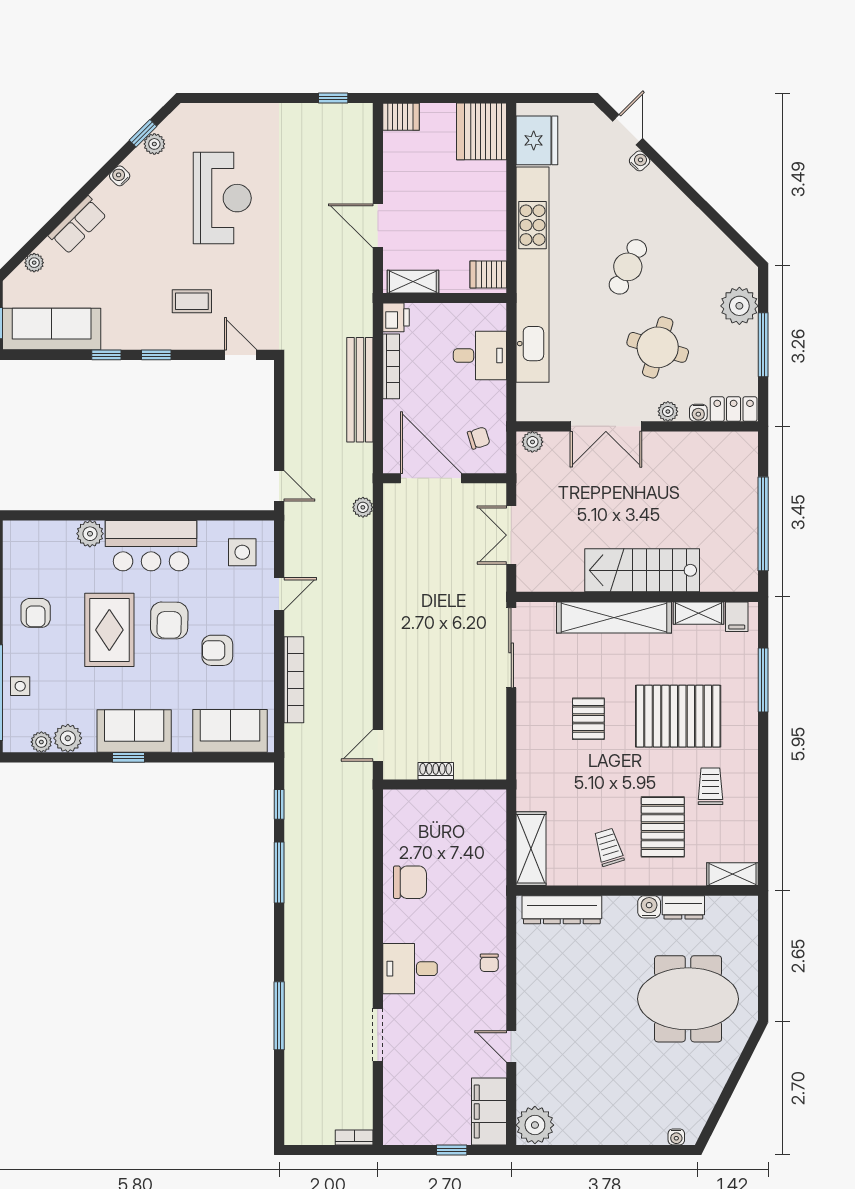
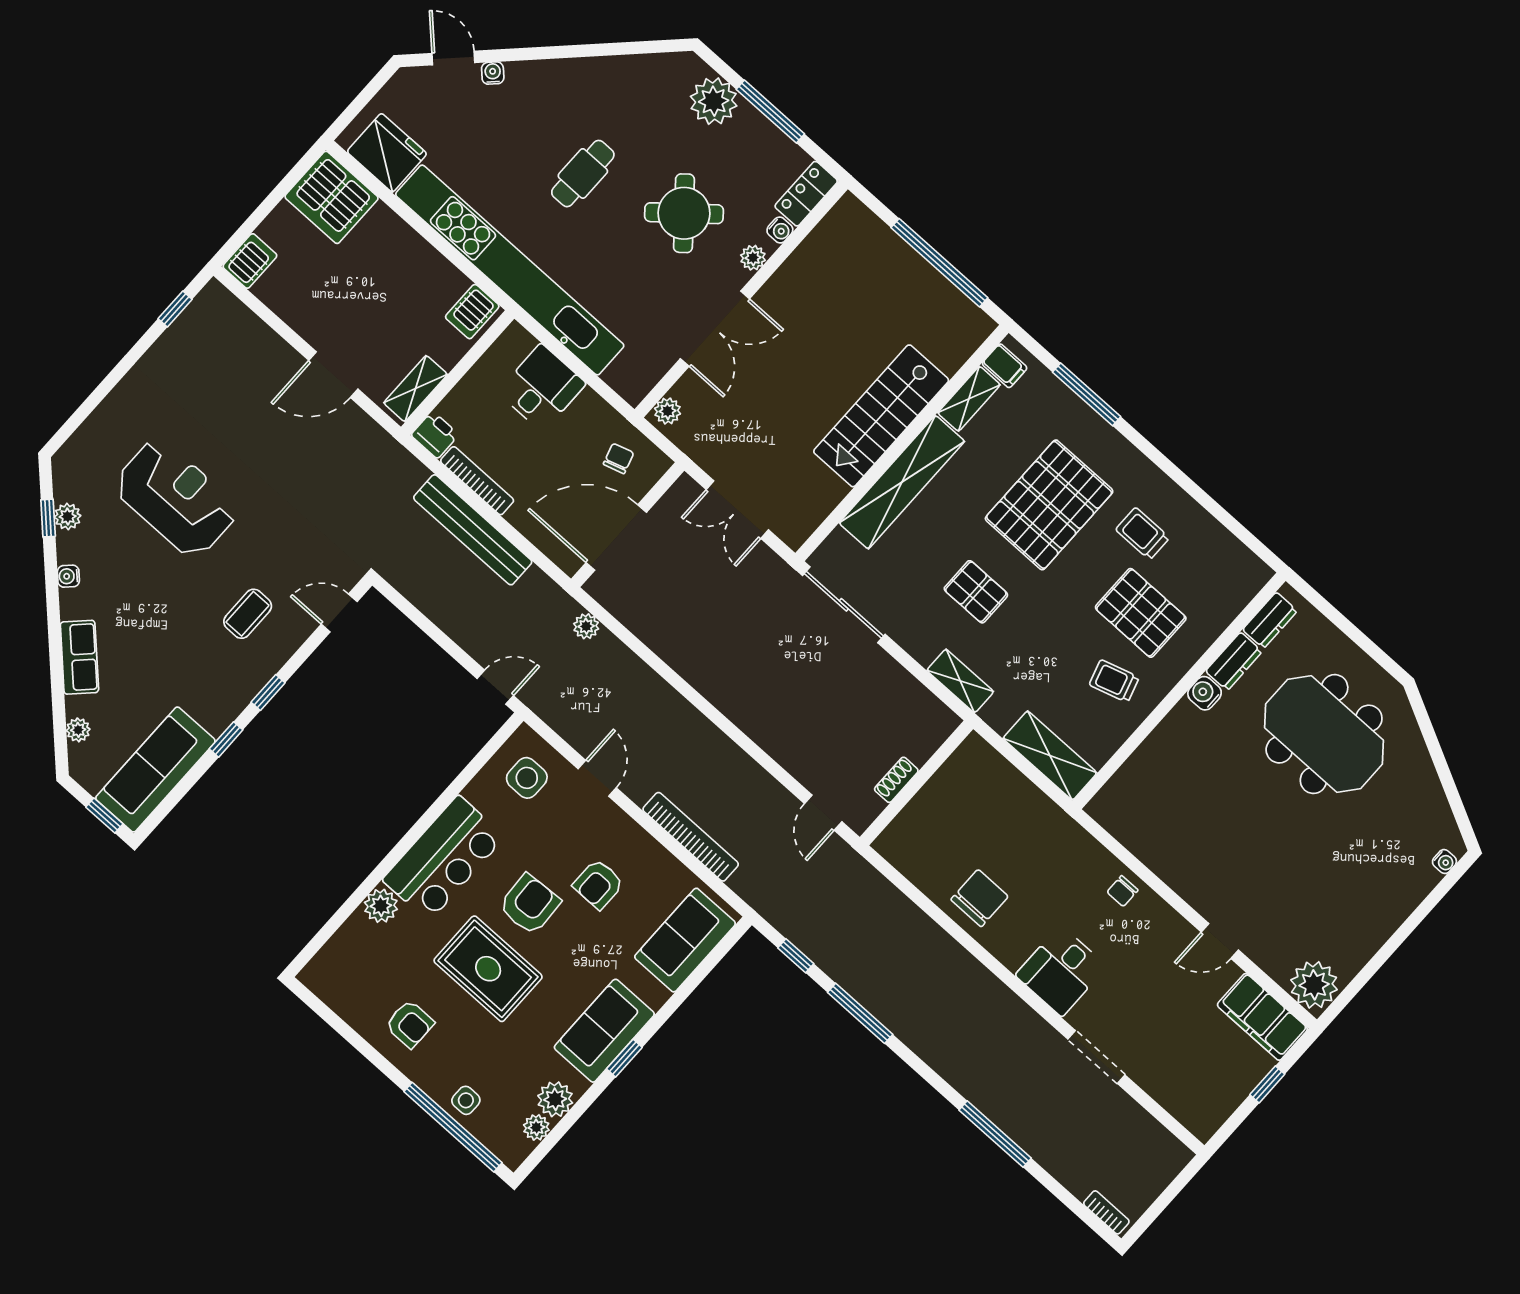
cafe table: (628, 267) -> (583, 174), turned 64
round table: (658, 347) -> (684, 213), turned 33
armchair: (169, 620) -> (530, 904), turned -94
shelving: (732, 874) -> (960, 681), moved, turned 90
dresser: (562, 910) -> (1270, 620), moved, width x0.51, depth x0.80
chair: (489, 963) -> (1122, 891), turned 90
meeting table: (688, 999) -> (1324, 734), turned 90
bookcase: (354, 1137) -> (1106, 1212), moved, turned 90

